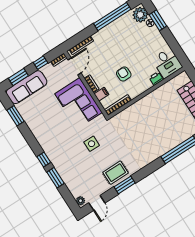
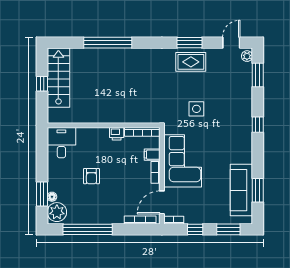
armchair: (124, 74) -> (91, 176), moved
printer: (156, 79) -> (117, 134), moved
sofa: (27, 87) -> (241, 190), moved, turned -90
window: (55, 178) -> (258, 75), moved

